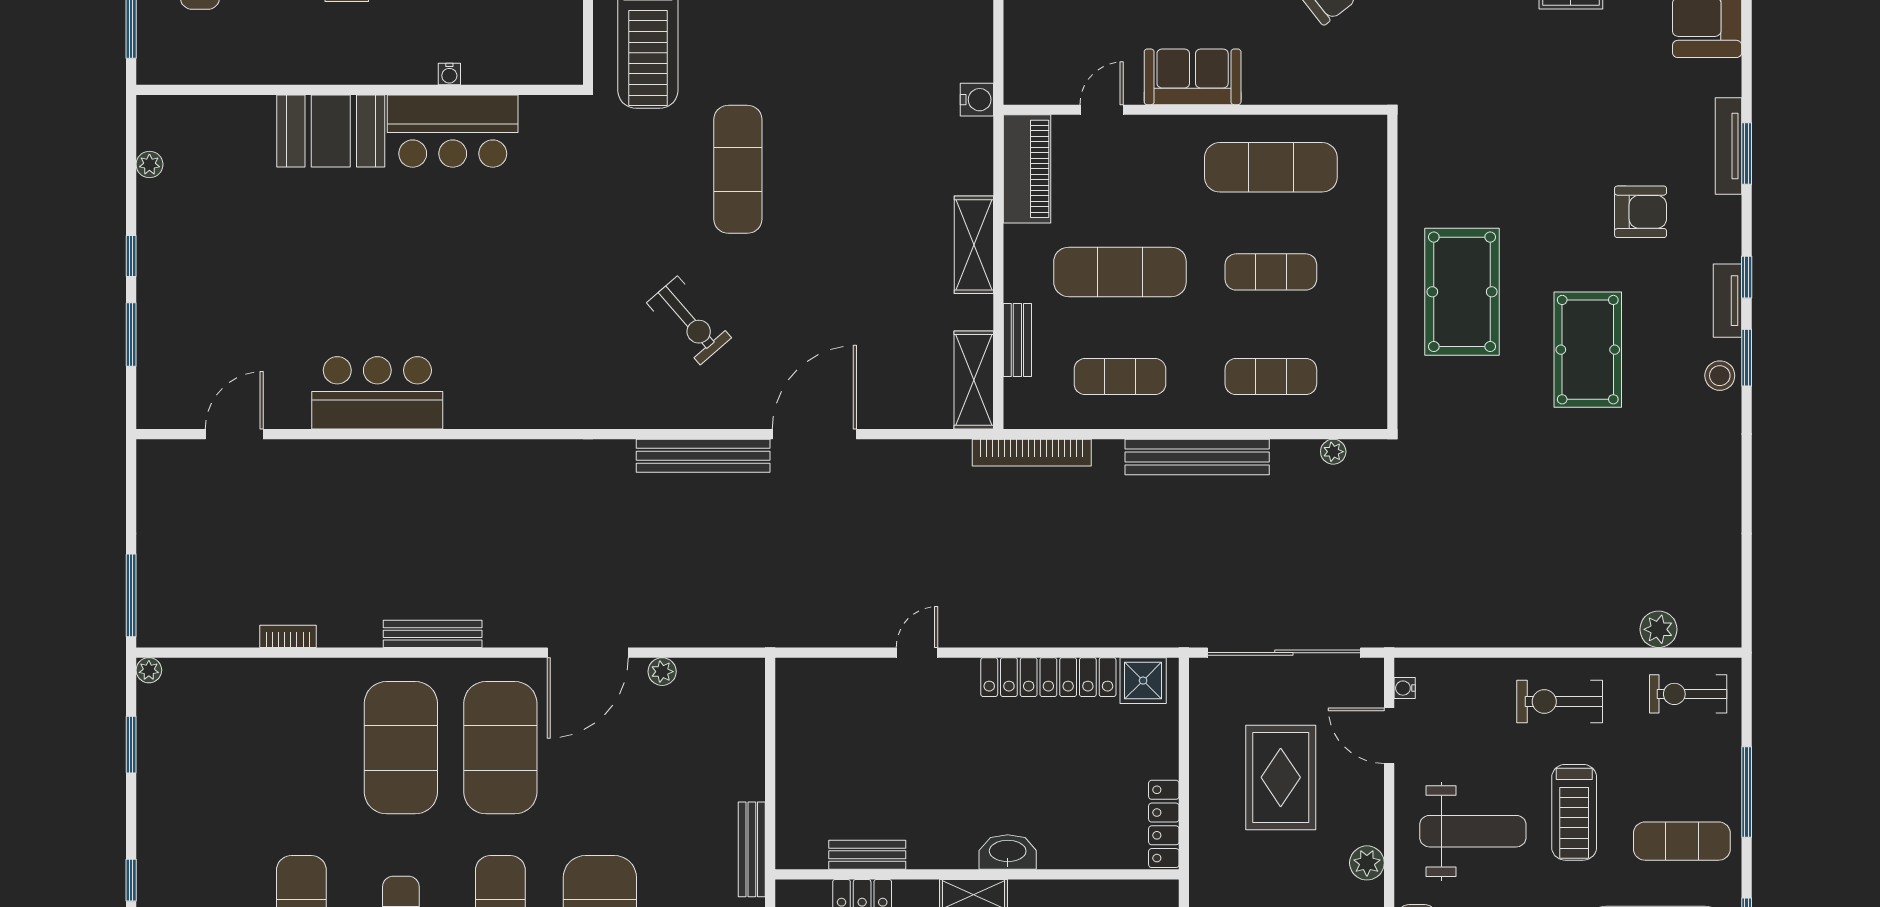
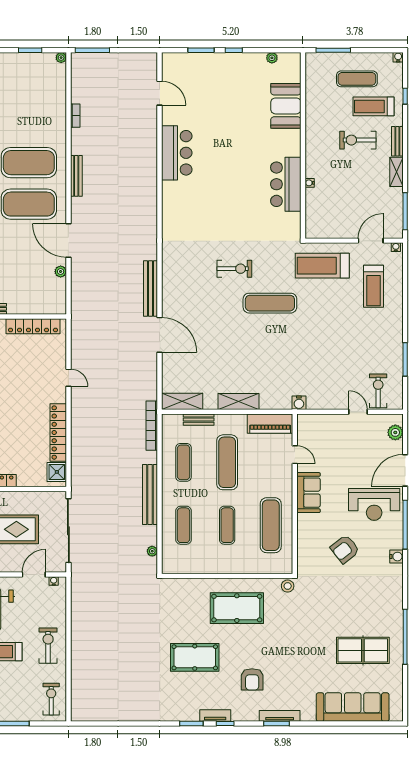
booth: (331, 131) -> (286, 106), moved
pool table: (1462, 292) -> (237, 608), moved
exercise bike: (689, 320) -> (234, 269), moved, turned -139
stool: (1720, 376) -> (288, 586), moved
plant: (1658, 629) -> (78, 687), removed
locker: (793, 738) -> (33, 326), added

